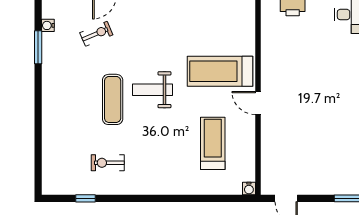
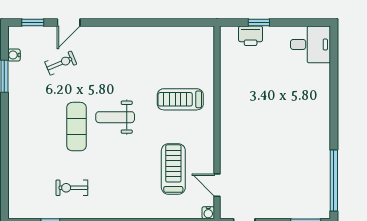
treadmill: (220, 71) -> (180, 99), width x0.73, depth x0.73
door: (258, 103) -> (217, 185), moved

